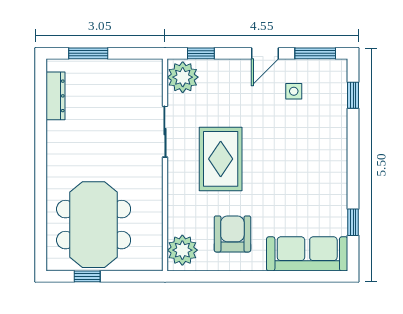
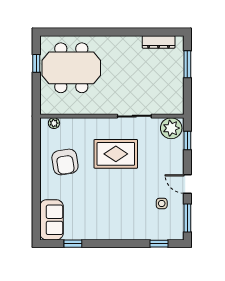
armchair: (232, 234) -> (65, 162), turned 81
plant: (182, 250) -> (54, 123), width x0.53, depth x0.53
sofa: (307, 254) -> (51, 220), width x0.73

